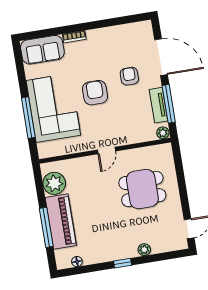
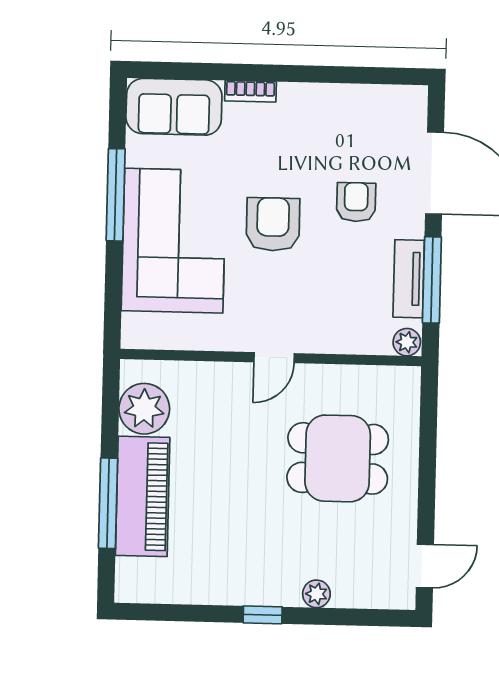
window: (28, 118) -> (116, 195), moved
floor lamp: (77, 262) -> (162, 592), removed

